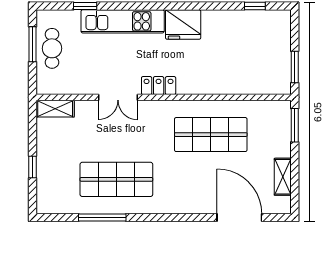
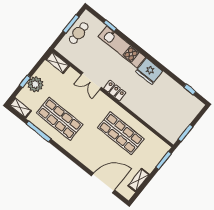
plant: (49, 160) -> (35, 84), added
shelving: (54, 206) -> (20, 108), added
door: (239, 218) -> (103, 183), hinge flipped

